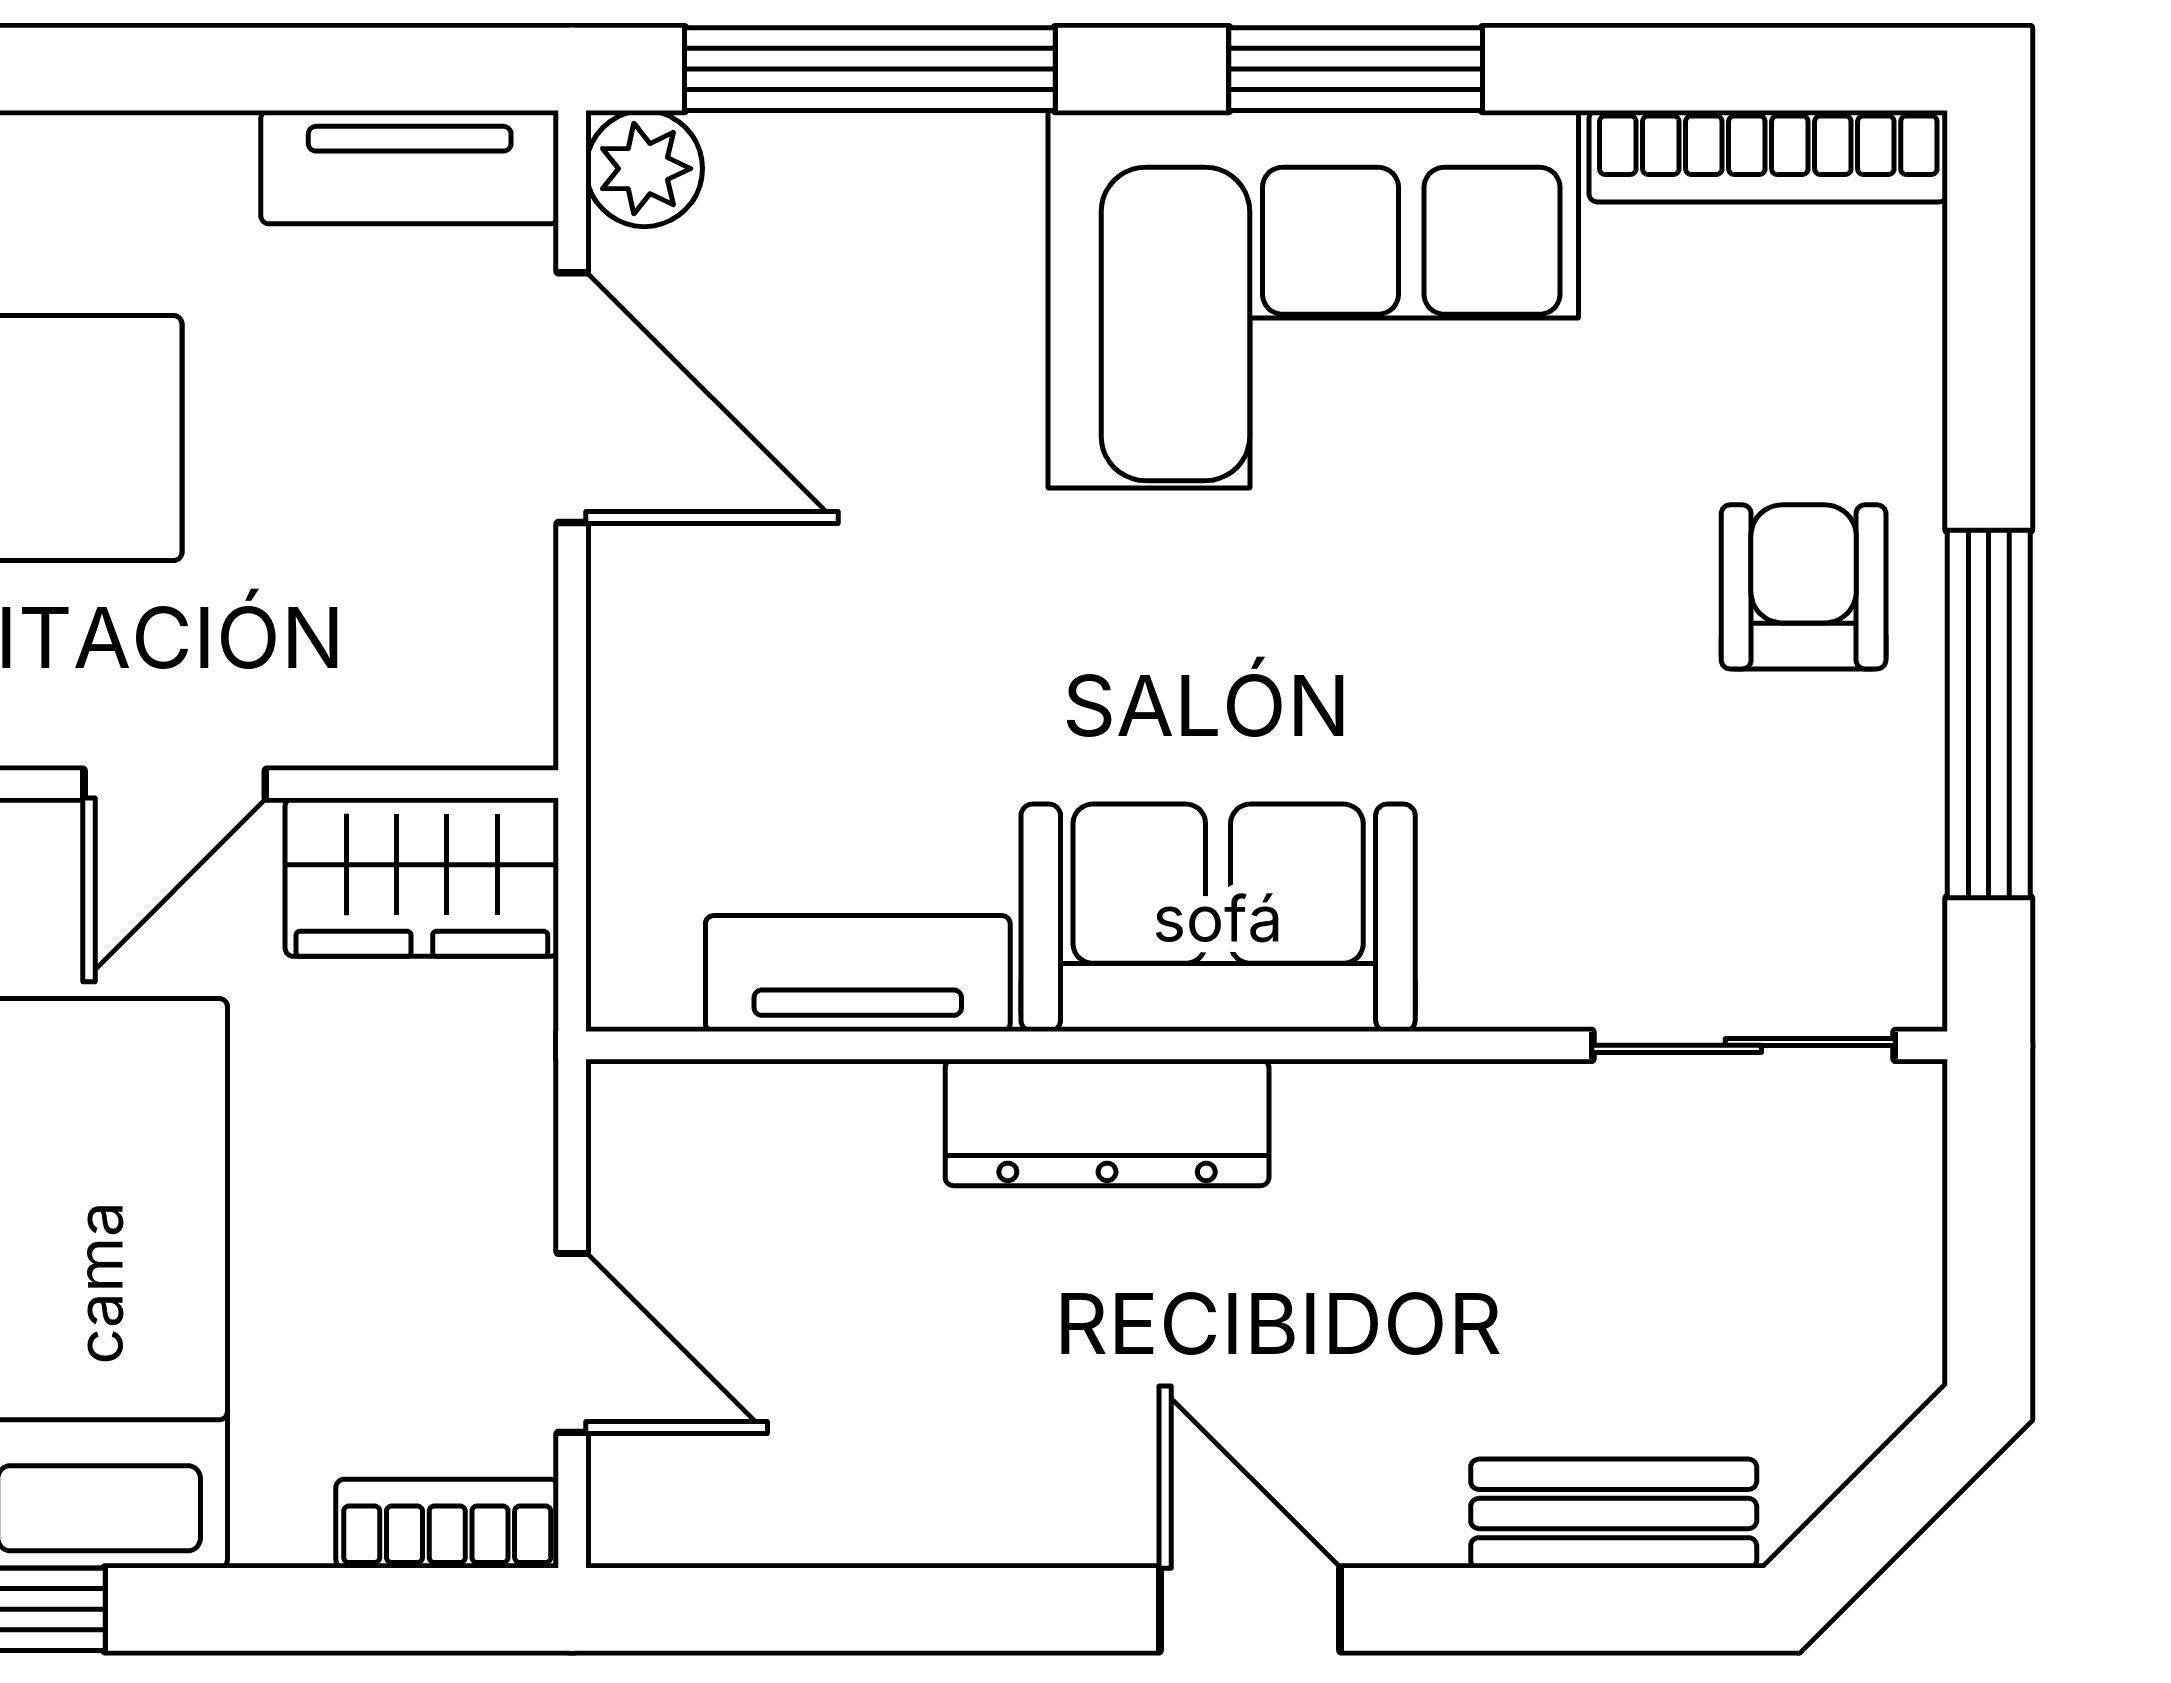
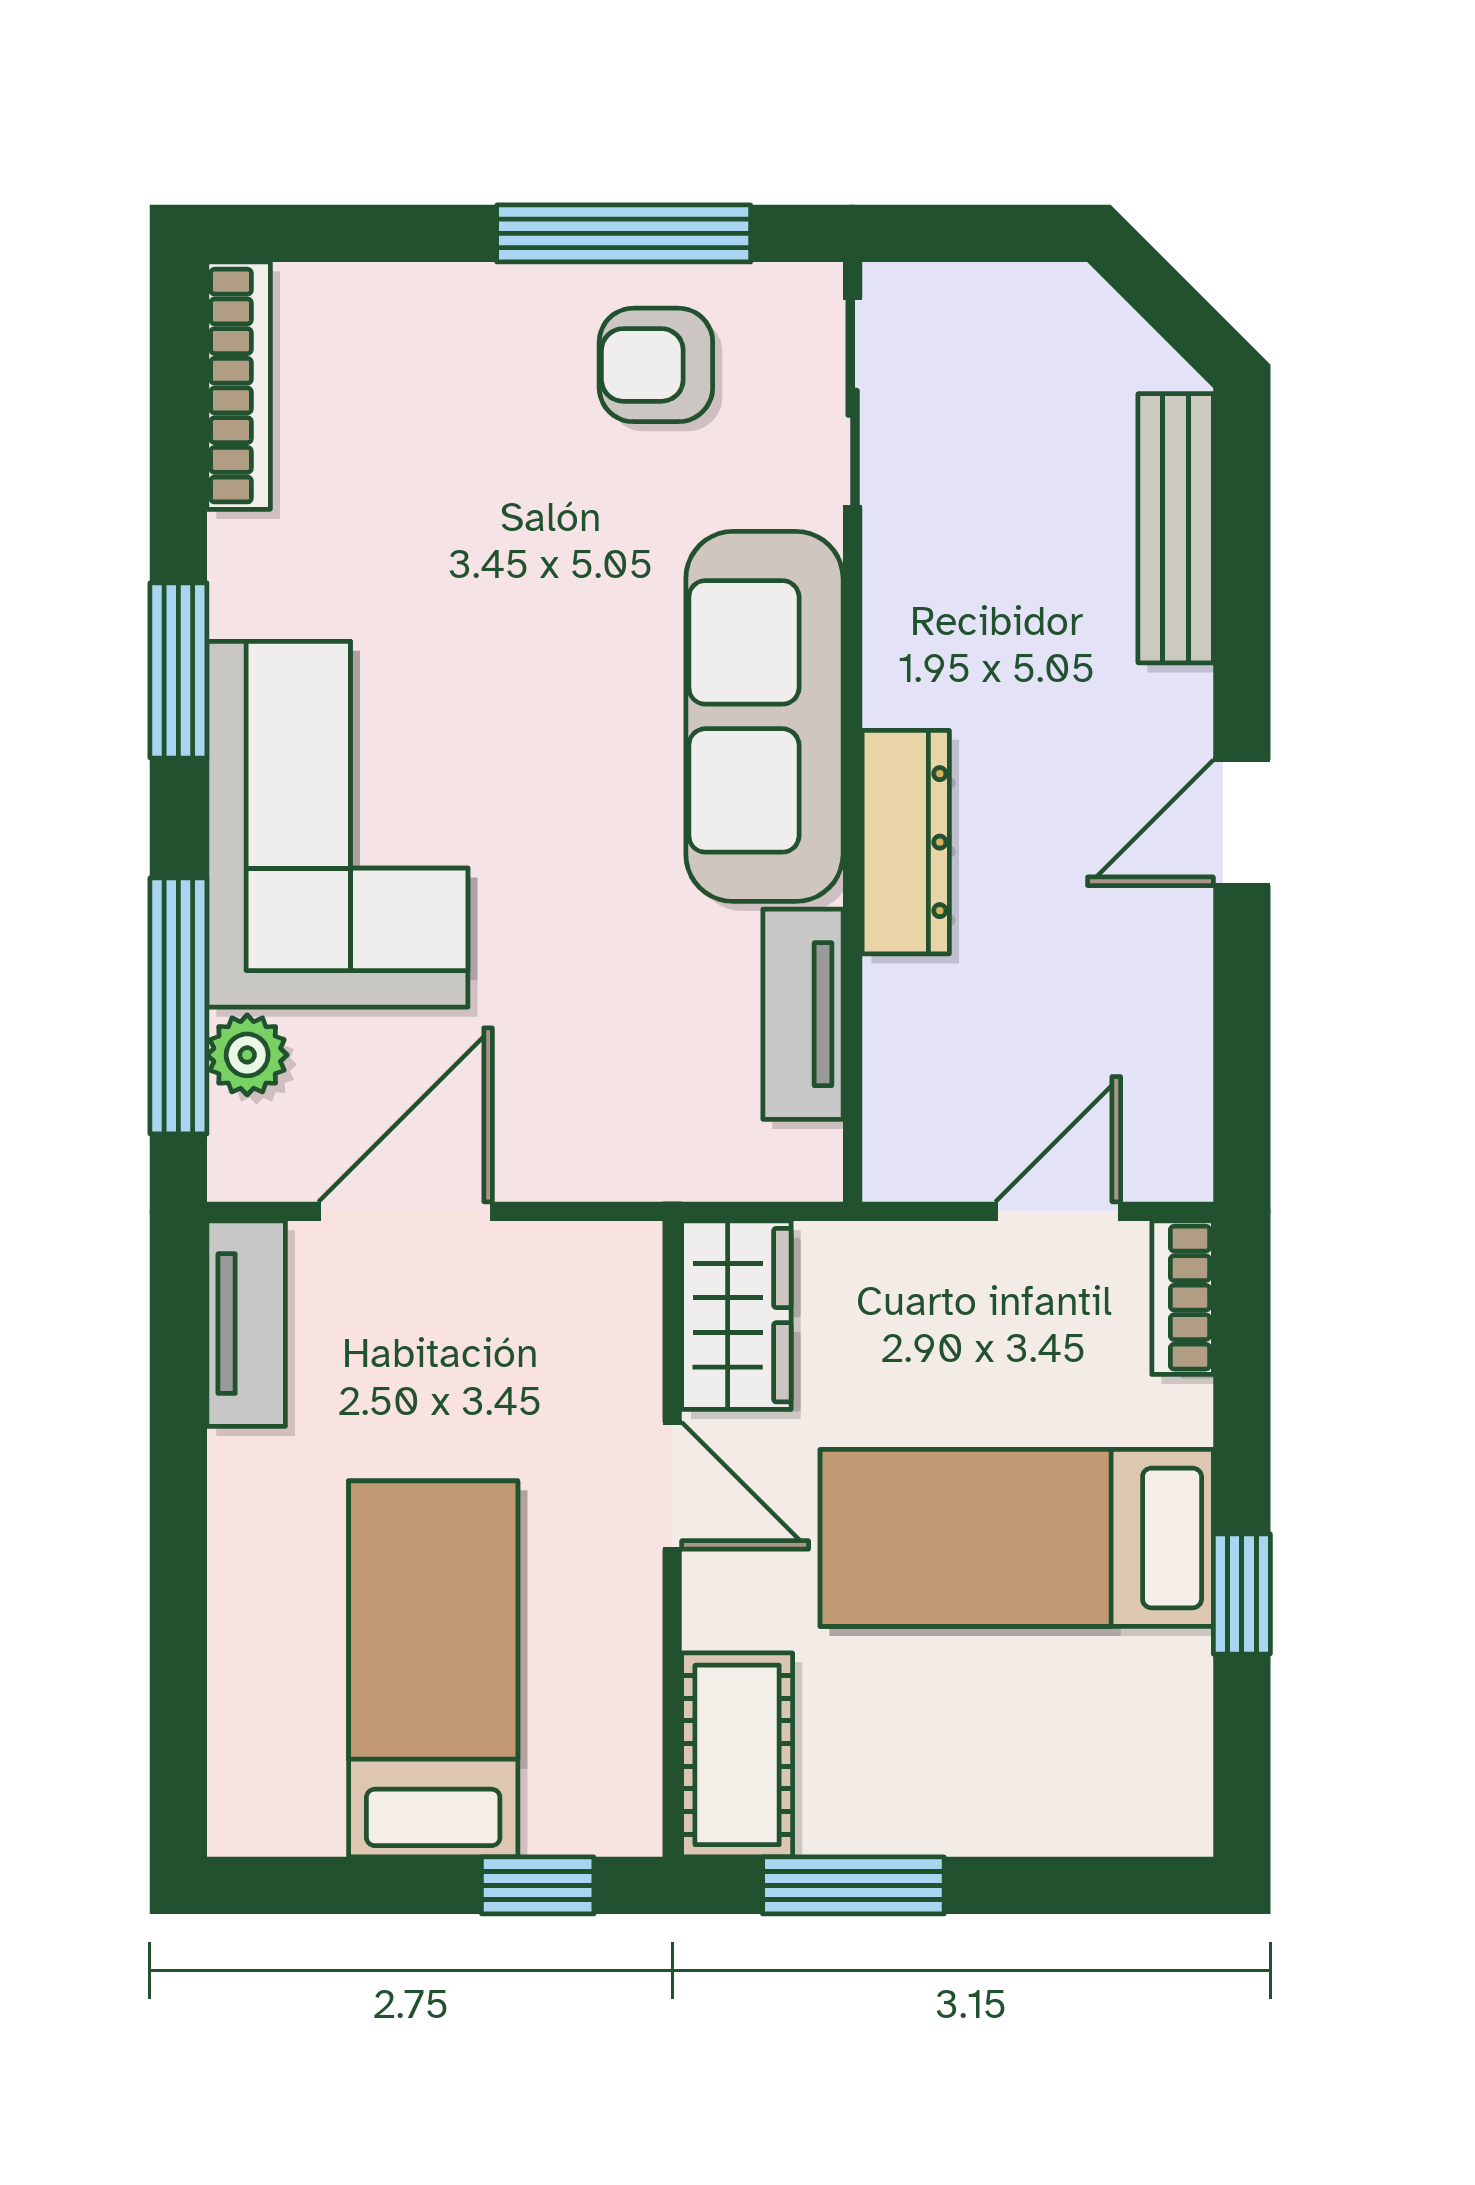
plant: (644, 169) -> (247, 1055), moved
corner sofa: (1313, 299) -> (337, 824), moved
armchair: (1804, 587) -> (656, 365), moved
sofa: (1218, 918) -> (764, 716), width x1.36
bench: (1614, 1514) -> (1176, 528), width x1.36
door: (1250, 1609) -> (1242, 823), moved

